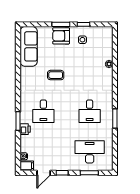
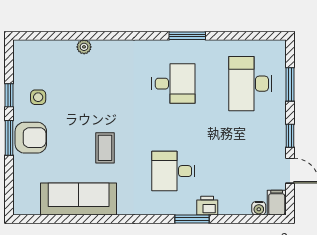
armchair: (61, 36) -> (31, 138), turned -90
sofa: (29, 46) -> (79, 199), moved
desk: (43, 111) -> (173, 171), turned 180

